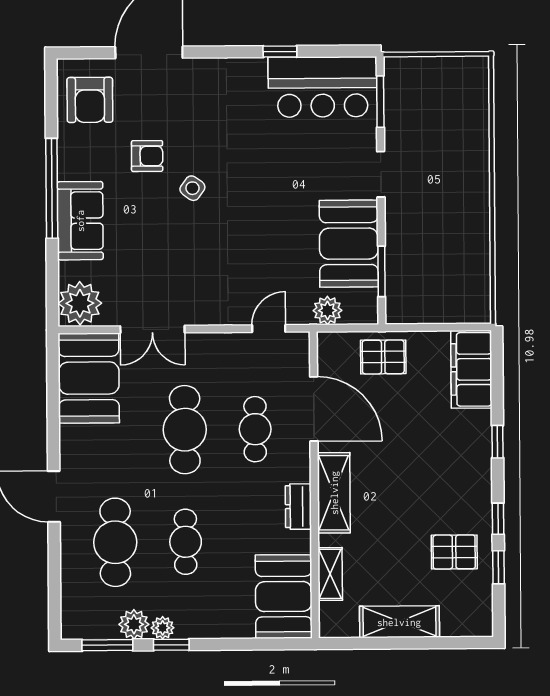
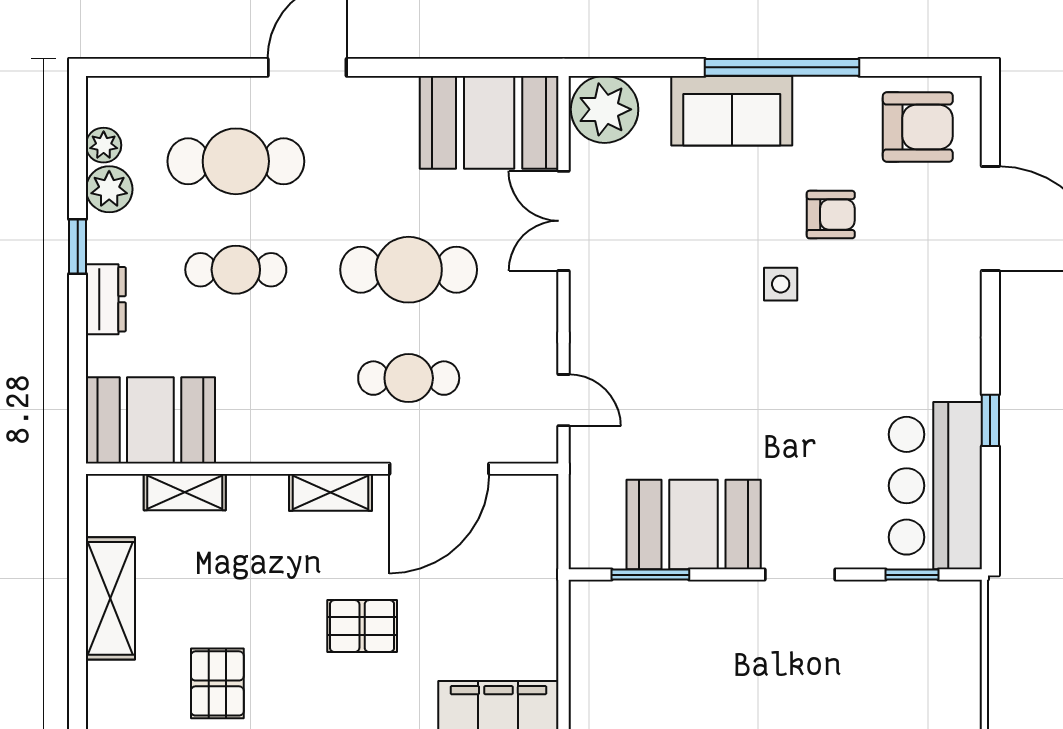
armchair: (90, 100) -> (918, 127), turned 180
window: (380, 102) -> (912, 575), width x0.67
armchair: (147, 156) -> (831, 215), turned -90
side table: (192, 188) -> (781, 284), turned -36
plant: (327, 310) -> (591, 491), removed
pallet: (383, 357) -> (362, 626), moved, turned 90
shelving: (334, 493) -> (330, 492), width x0.67, depth x0.75
dresser: (298, 507) -> (106, 299), moved, turned 90
plant: (163, 628) -> (104, 145), moved
window: (107, 645) -> (78, 148), removed

